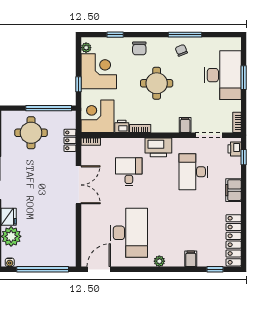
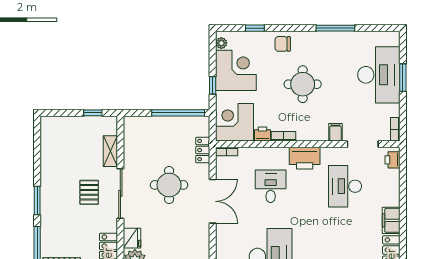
chair: (139, 48) -> (283, 44), turned 90
chair: (181, 50) -> (331, 46), removed
round table: (31, 133) -> (169, 185), moved
window: (244, 157) -> (403, 169), removed
filing cabinet: (233, 190) -> (391, 220), moved

